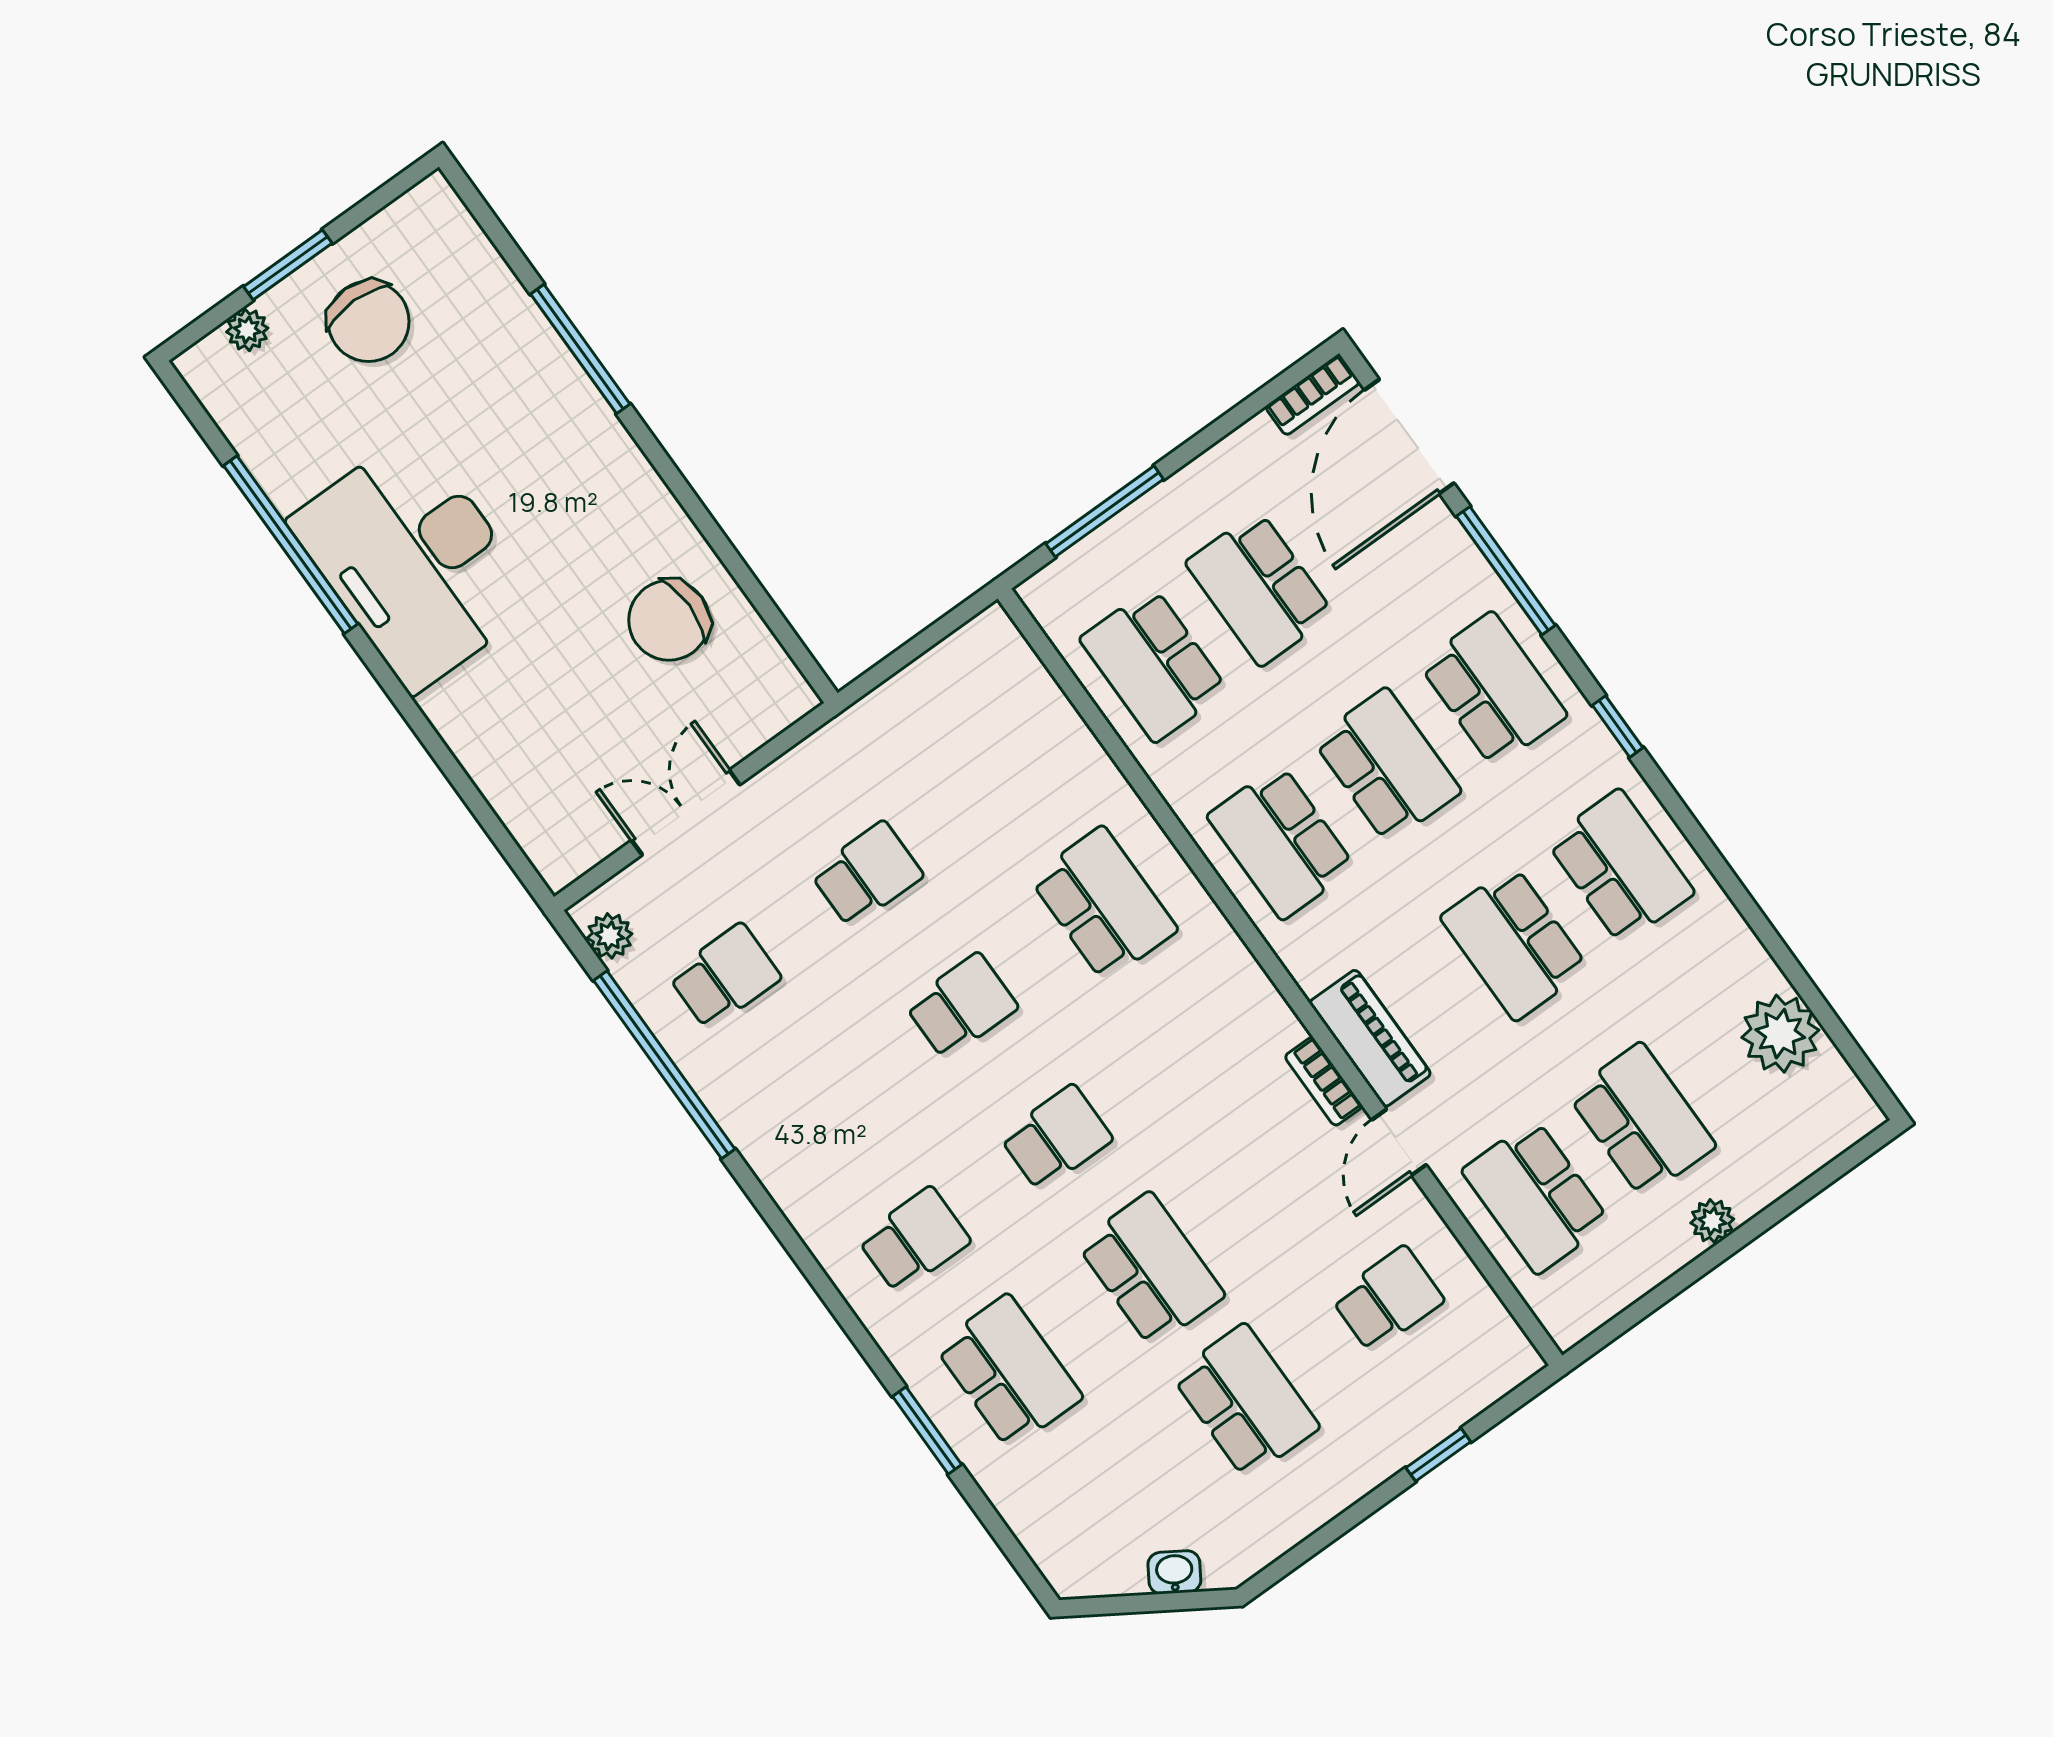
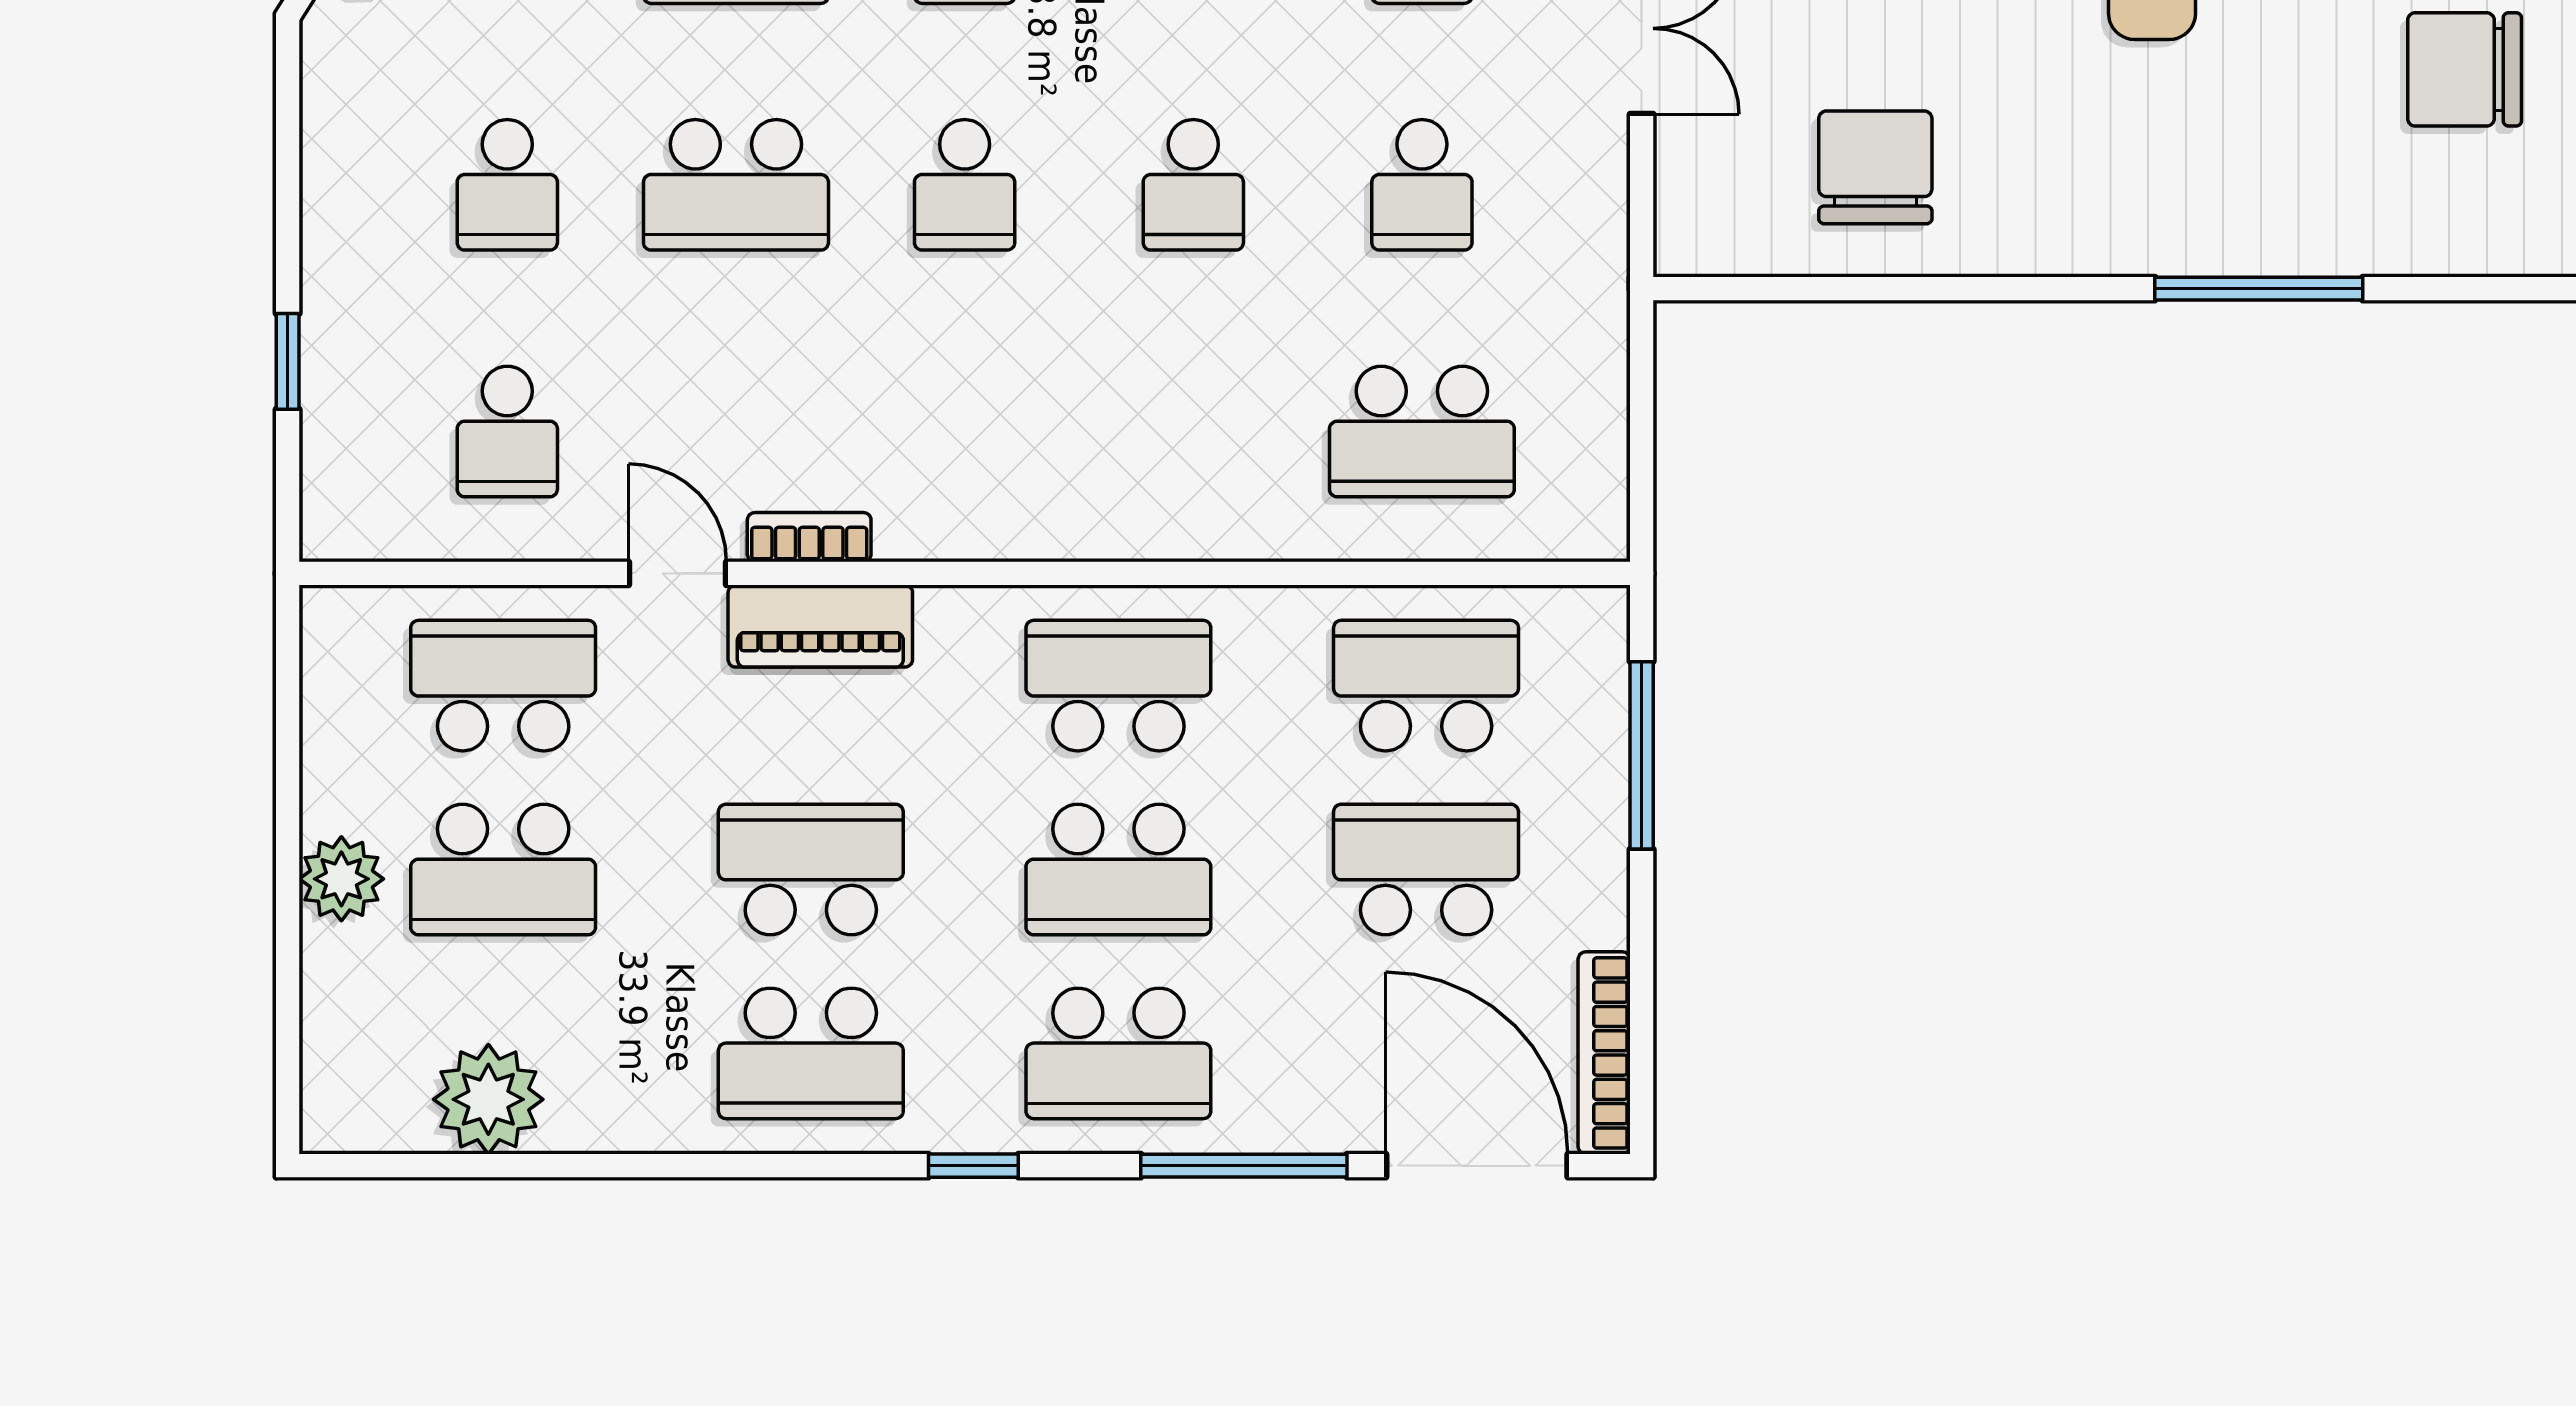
bookcase: (1313, 395) -> (1604, 1053), width x1.56
school desk: (1104, 904) -> (1422, 432), moved
plant: (1712, 1221) -> (341, 879), width x1.38, depth x1.38
school desk: (1246, 1401) -> (507, 185), width x0.54

